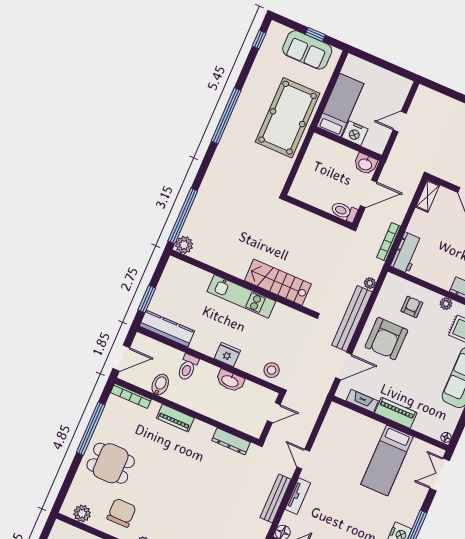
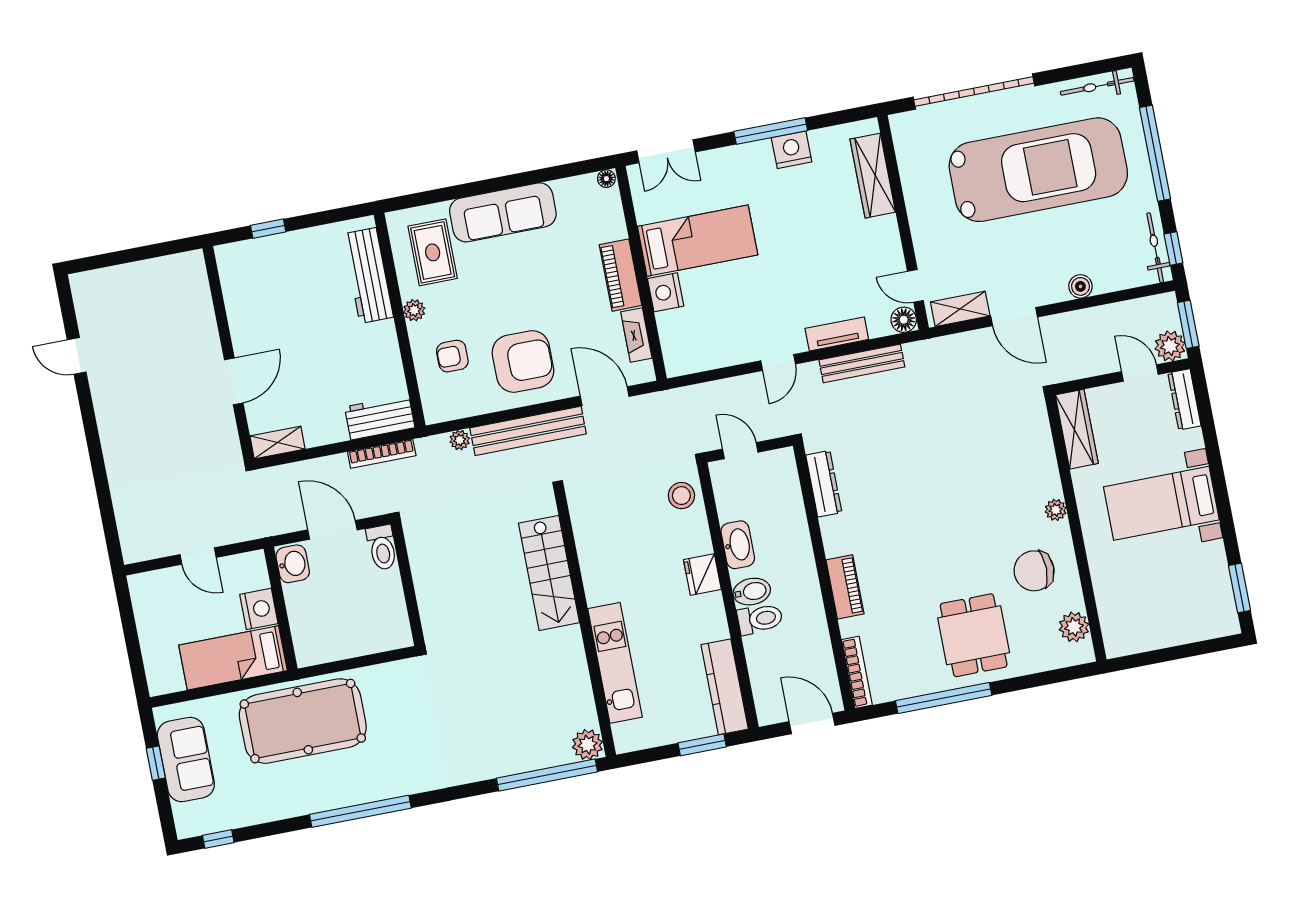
kitchen unit: (241, 296) -> (615, 663), moved
bidet: (160, 385) -> (752, 592), moved, turned 180
nightstand: (373, 429) -> (666, 292), added

